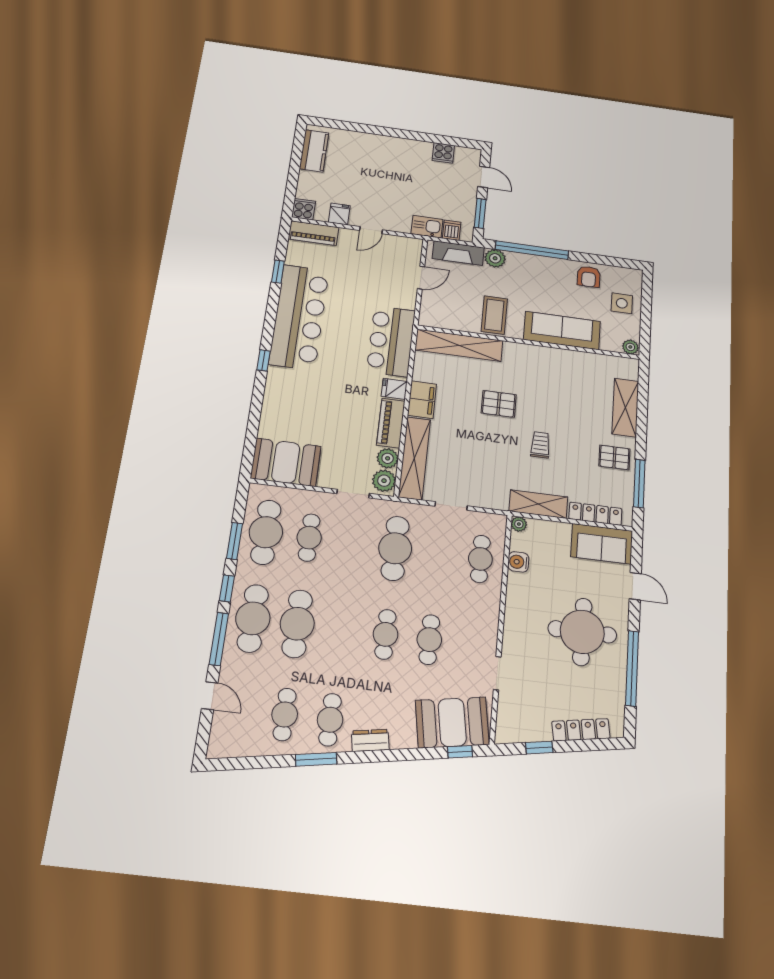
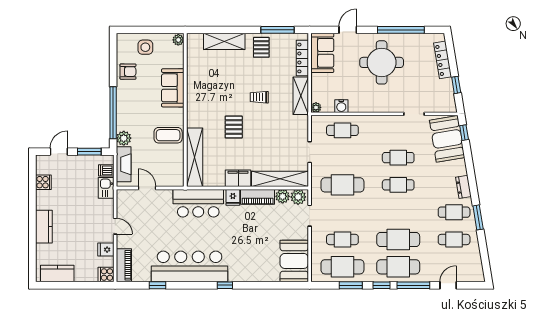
kitchen counter: (382, 145) -> (44, 227), added
sofa: (562, 330) -> (173, 88), width x0.73

